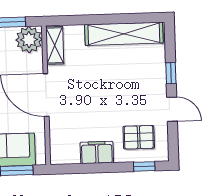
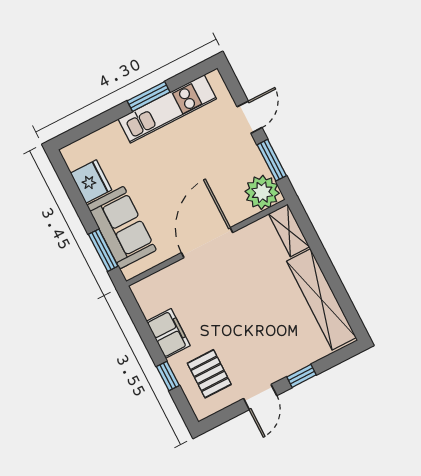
shelving: (55, 45) -> (289, 230), moved, turned 90
window: (144, 166) -> (168, 376), moved

